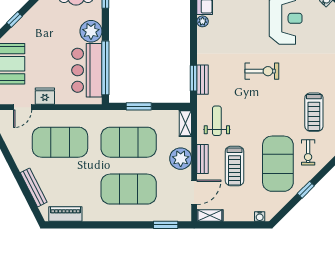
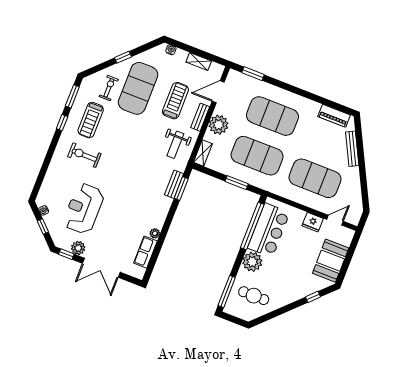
exercise bike: (262, 71) -> (84, 155), moved
treadmill: (314, 112) -> (91, 120), turned 180
shelving: (210, 216) -> (199, 61), moved

